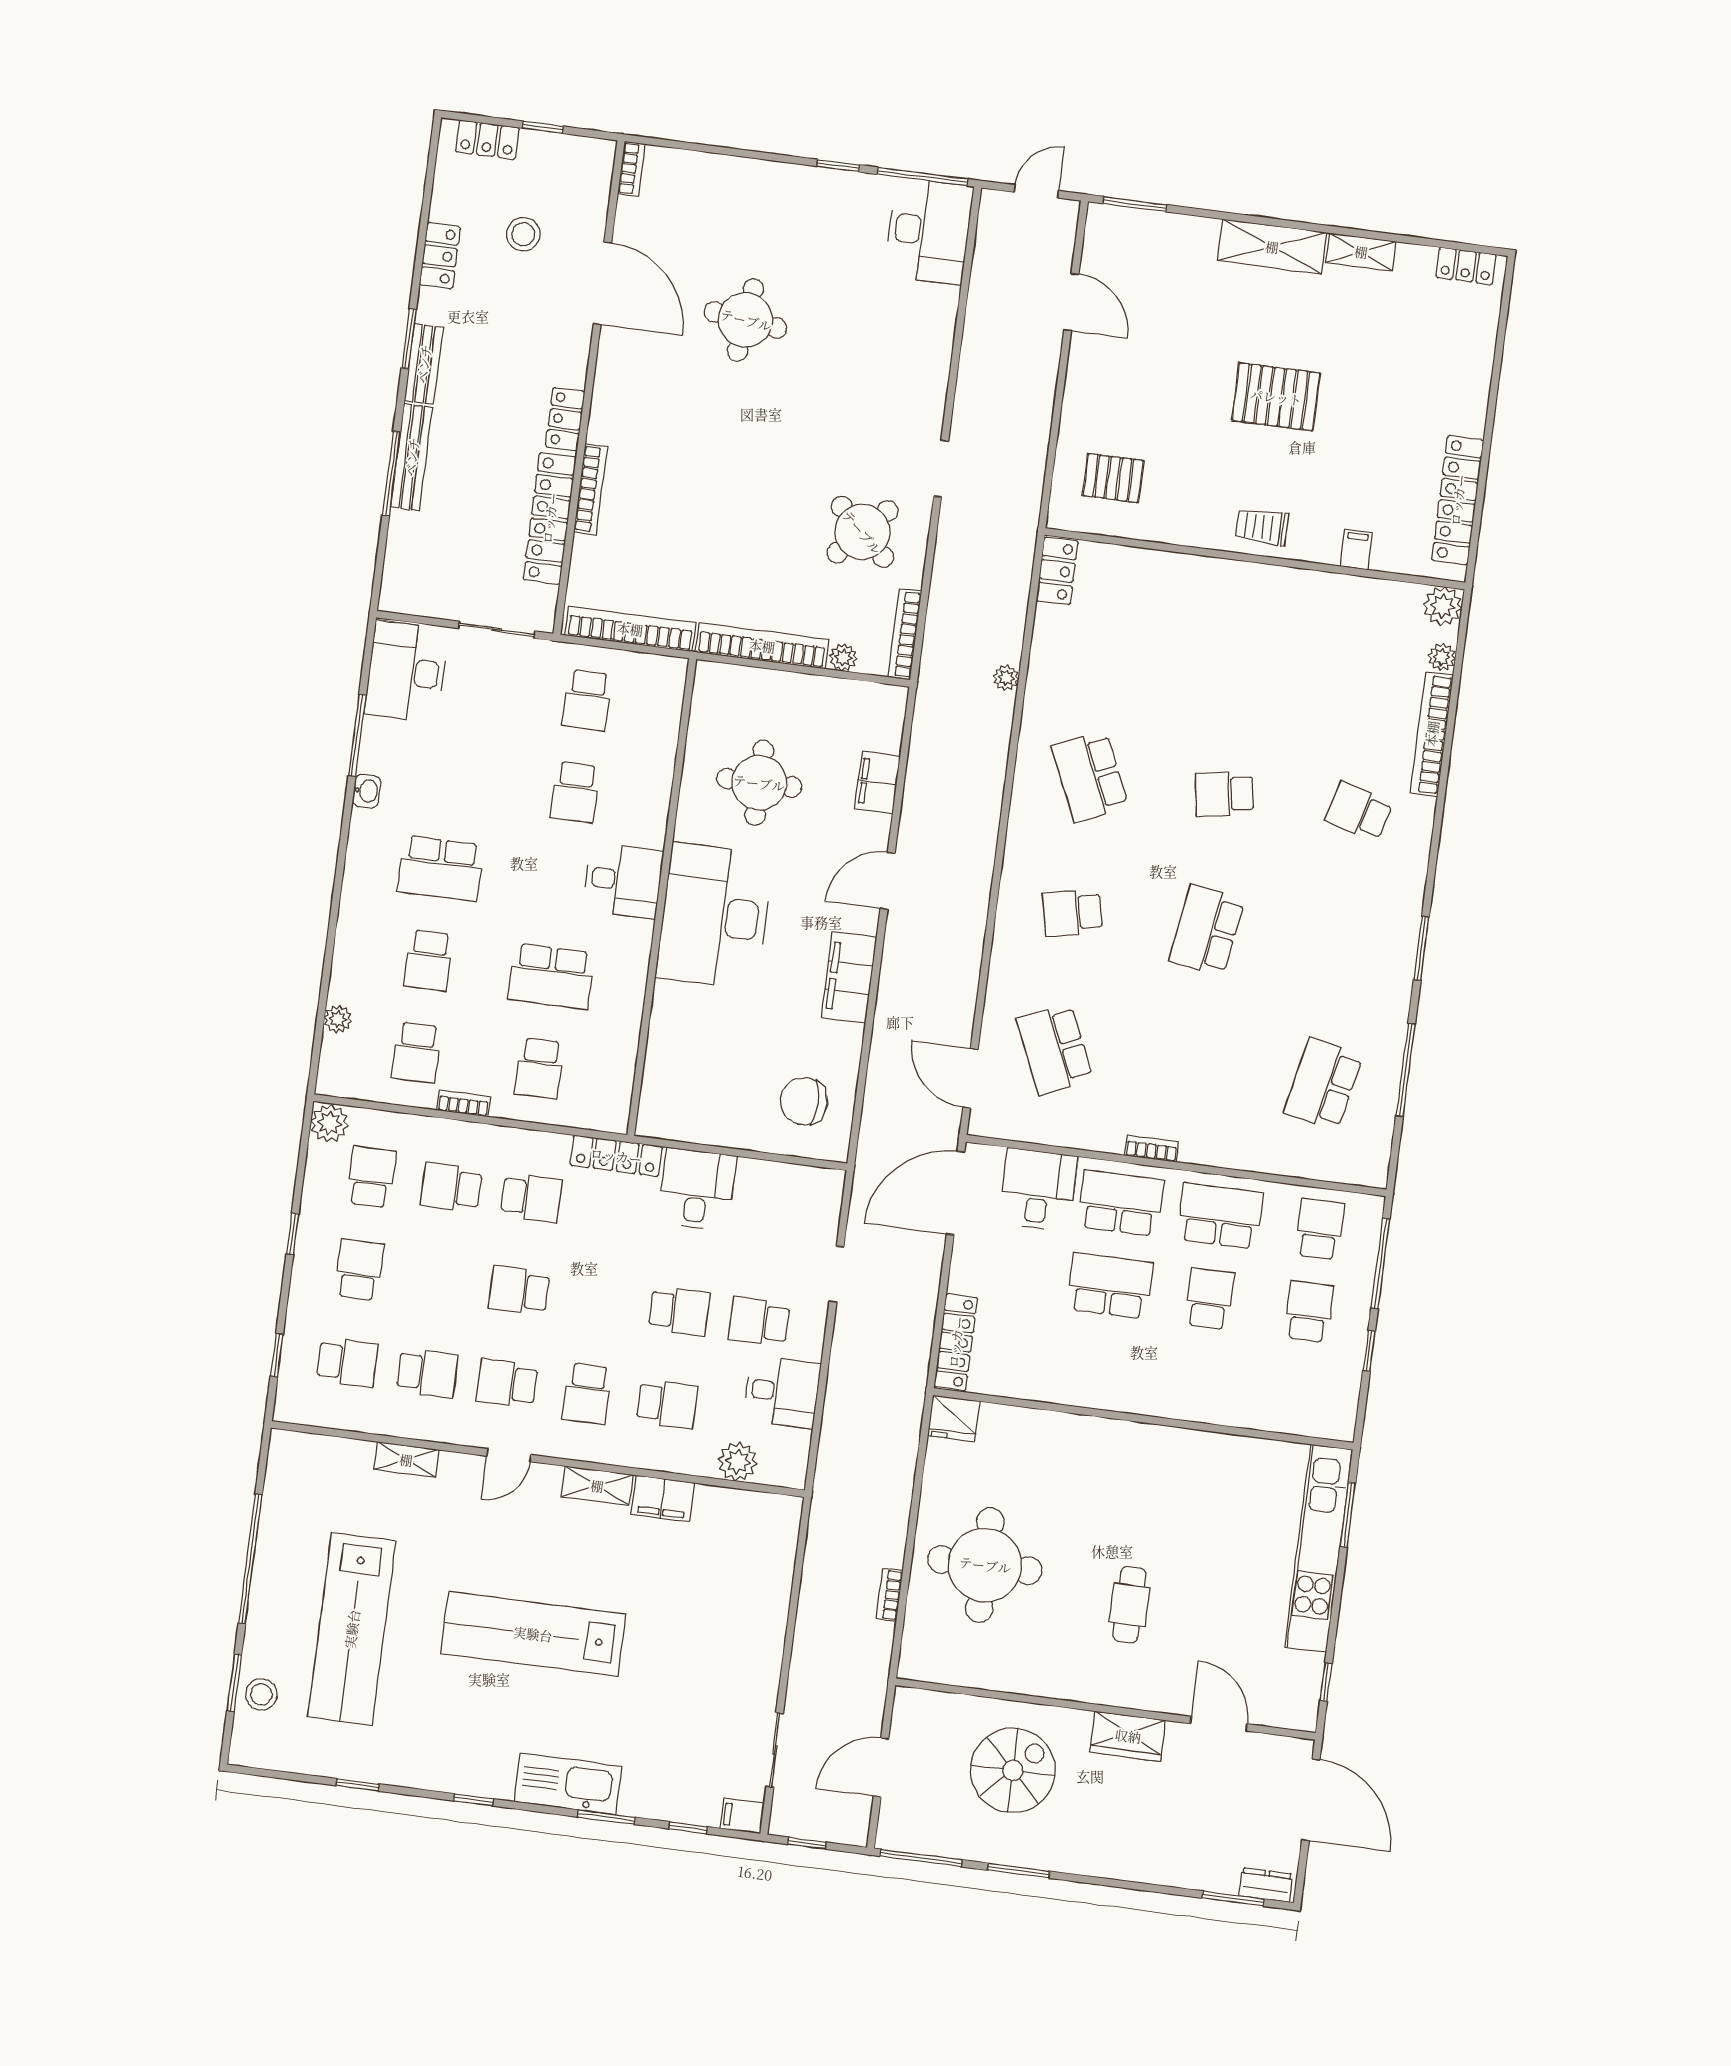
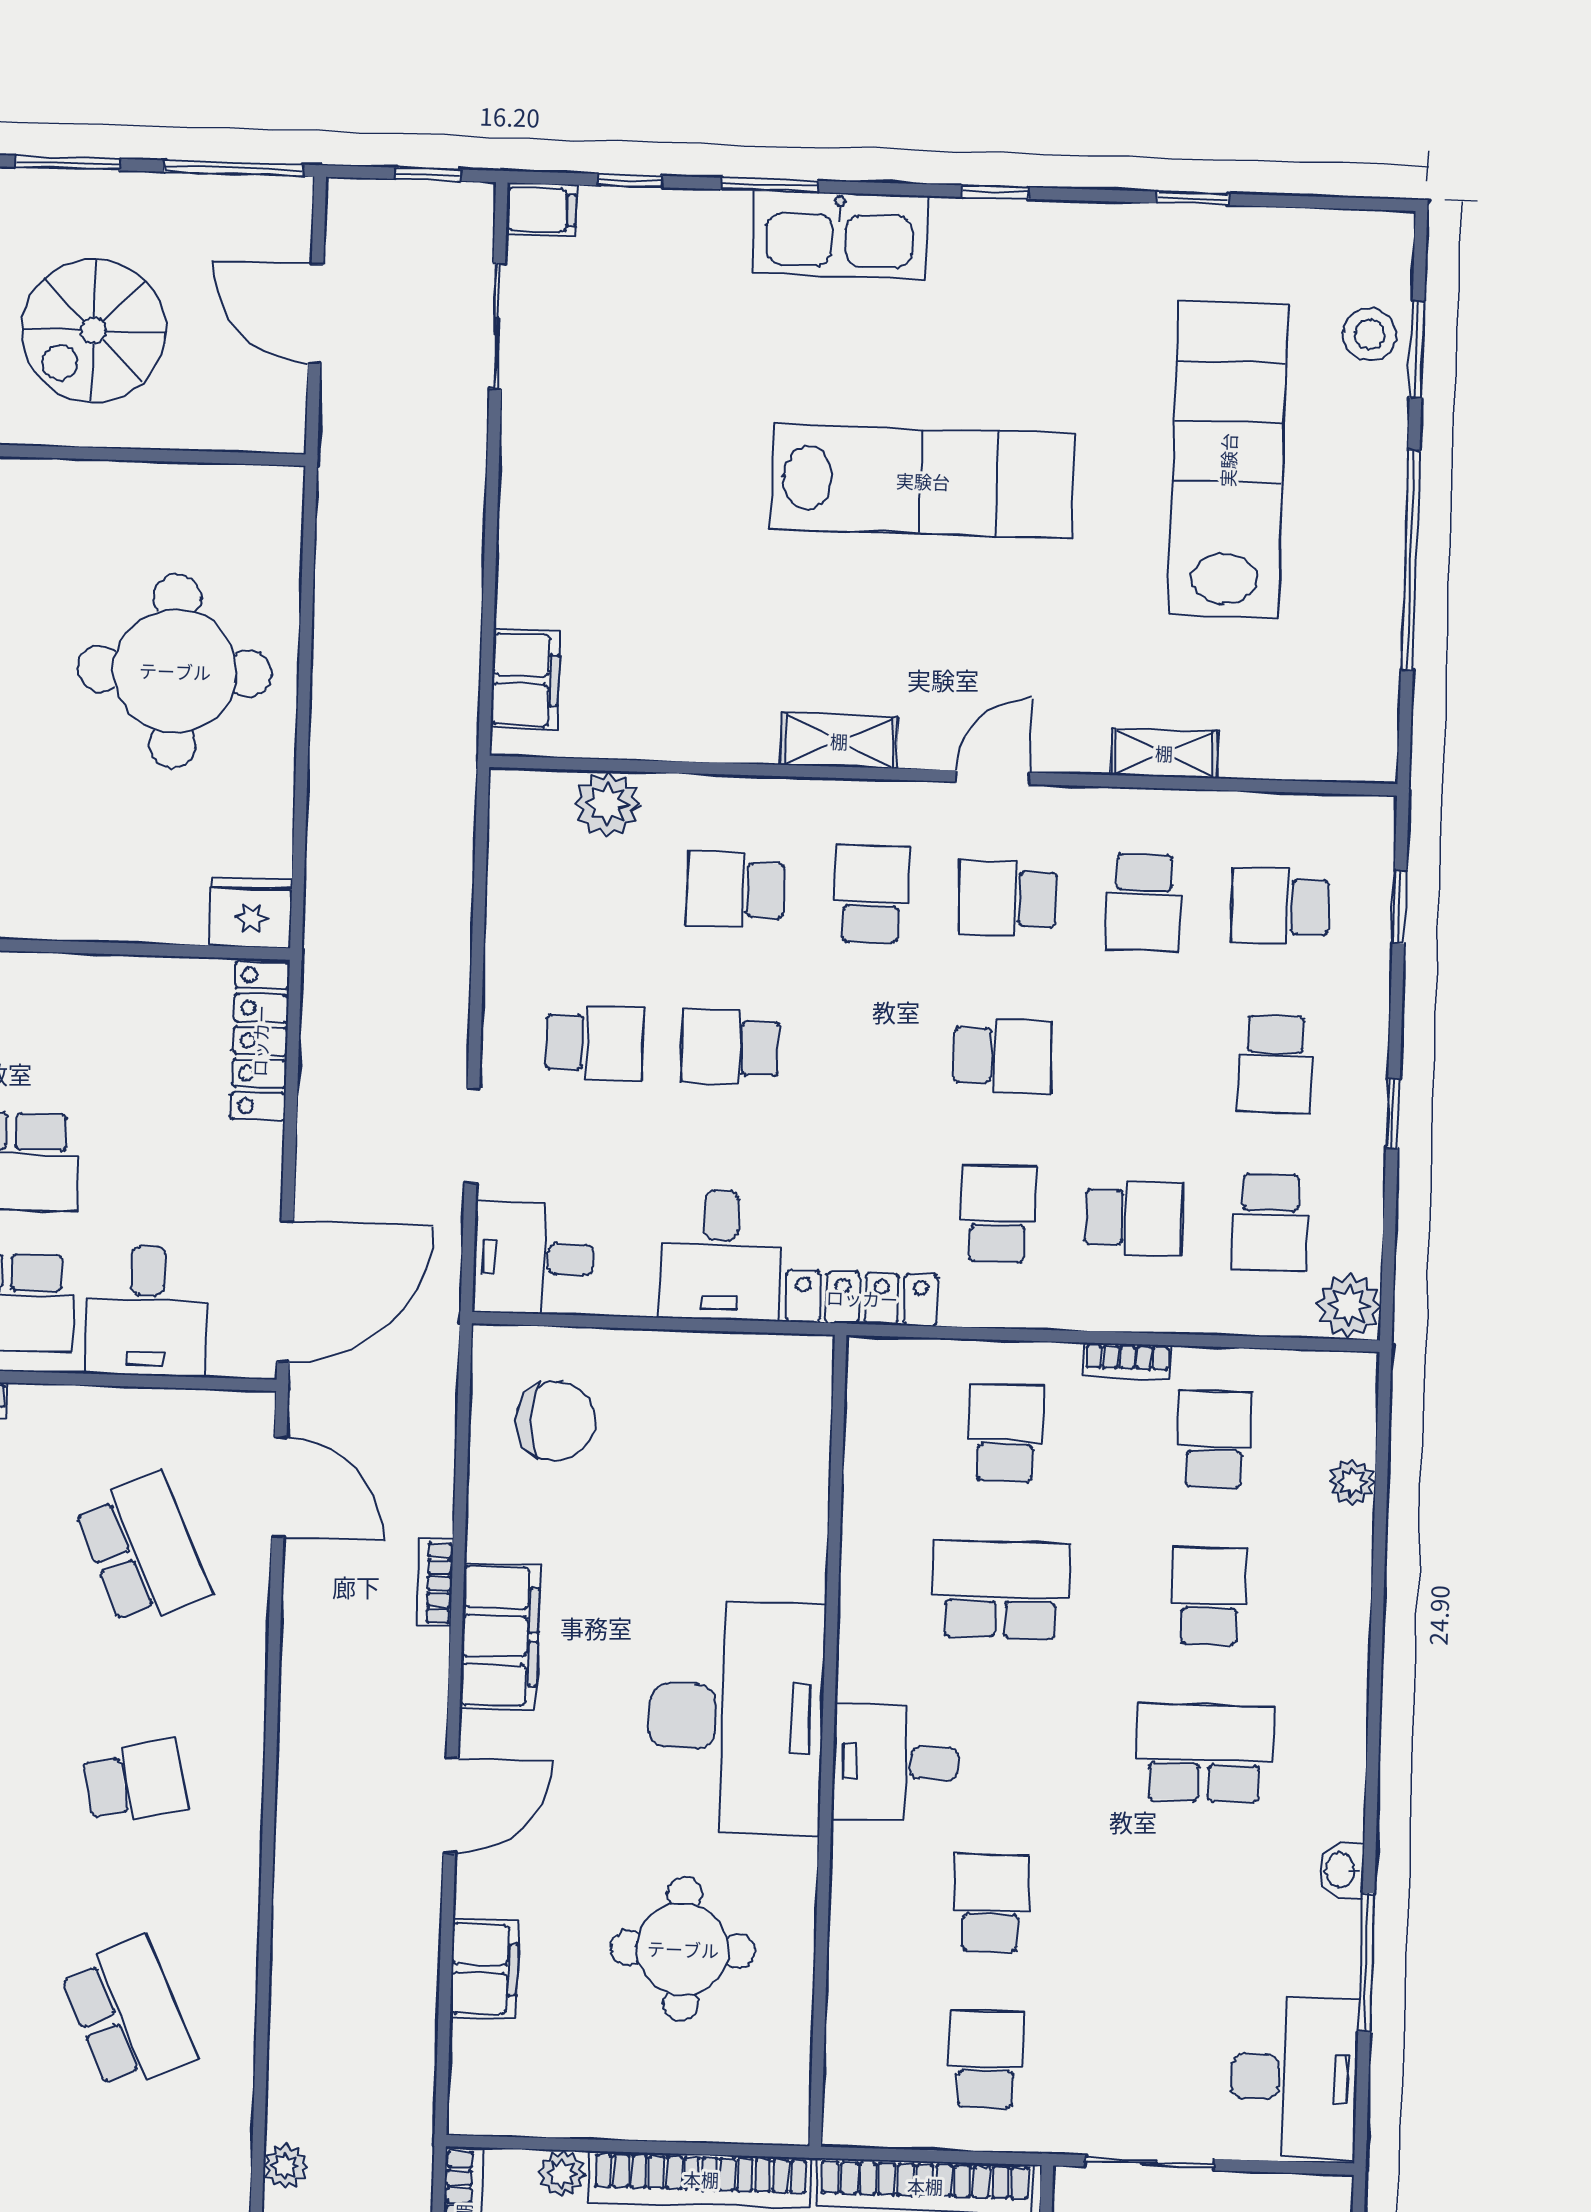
school desk: (531, 1198) -> (998, 1214), turned 90
school desk: (427, 1373) -> (1144, 902), turned -90
school desk: (507, 1383) -> (1008, 898), turned 180
desk: (782, 1392) -> (534, 1258), moved
filing cabinet: (663, 1499) -> (525, 680), moved, turned 90
bookcase: (890, 1595) -> (435, 1583), moved, turned 180
door: (881, 1767) -> (316, 314), swing flipped

